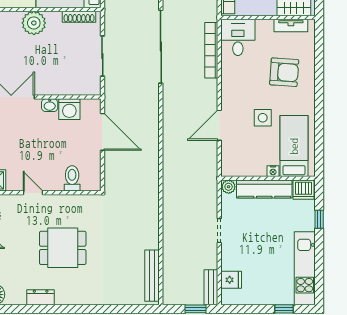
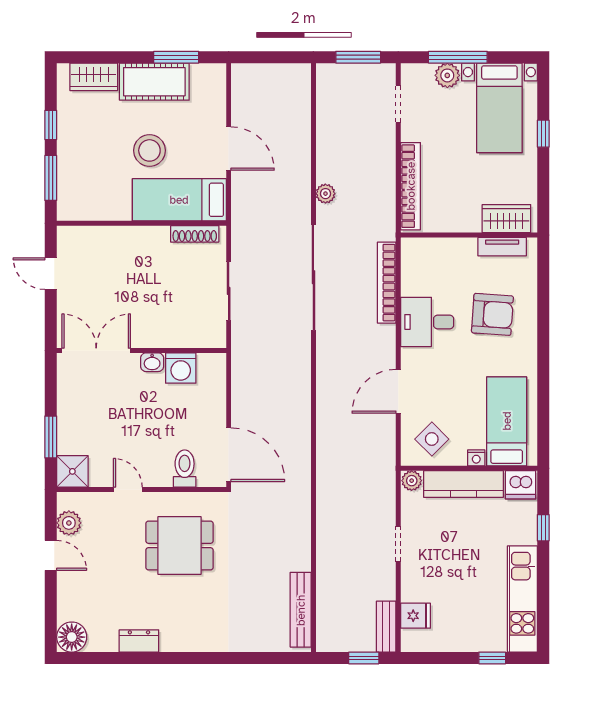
plant: (34, 23) -> (129, 243), removed
desk: (238, 37) -> (427, 322), moved, turned -90
side table: (263, 118) -> (432, 439), moved, turned 45
door: (102, 132) -> (229, 455), moved
dining table: (63, 248) -> (179, 546), moved

